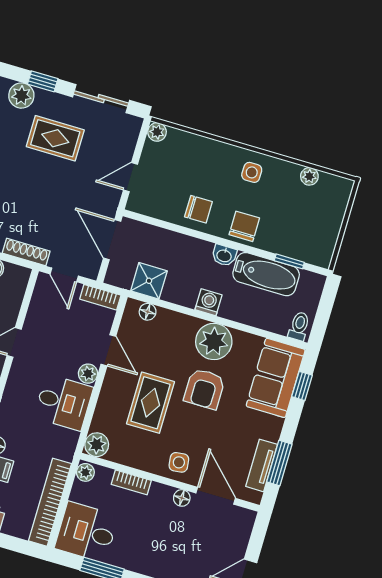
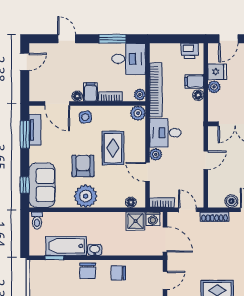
washing machine: (209, 302) -> (153, 219), moved
filing cabinet: (160, 498) -> (90, 92), added
bookcase: (50, 502) -> (156, 90), moved

